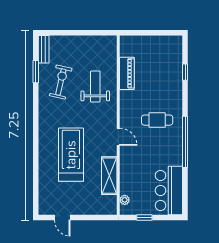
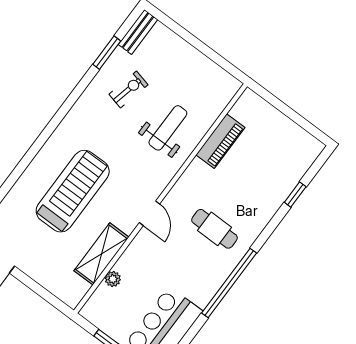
exercise bike: (61, 82) -> (129, 89), width x0.73, depth x0.72
plant: (125, 200) -> (113, 279), moved

